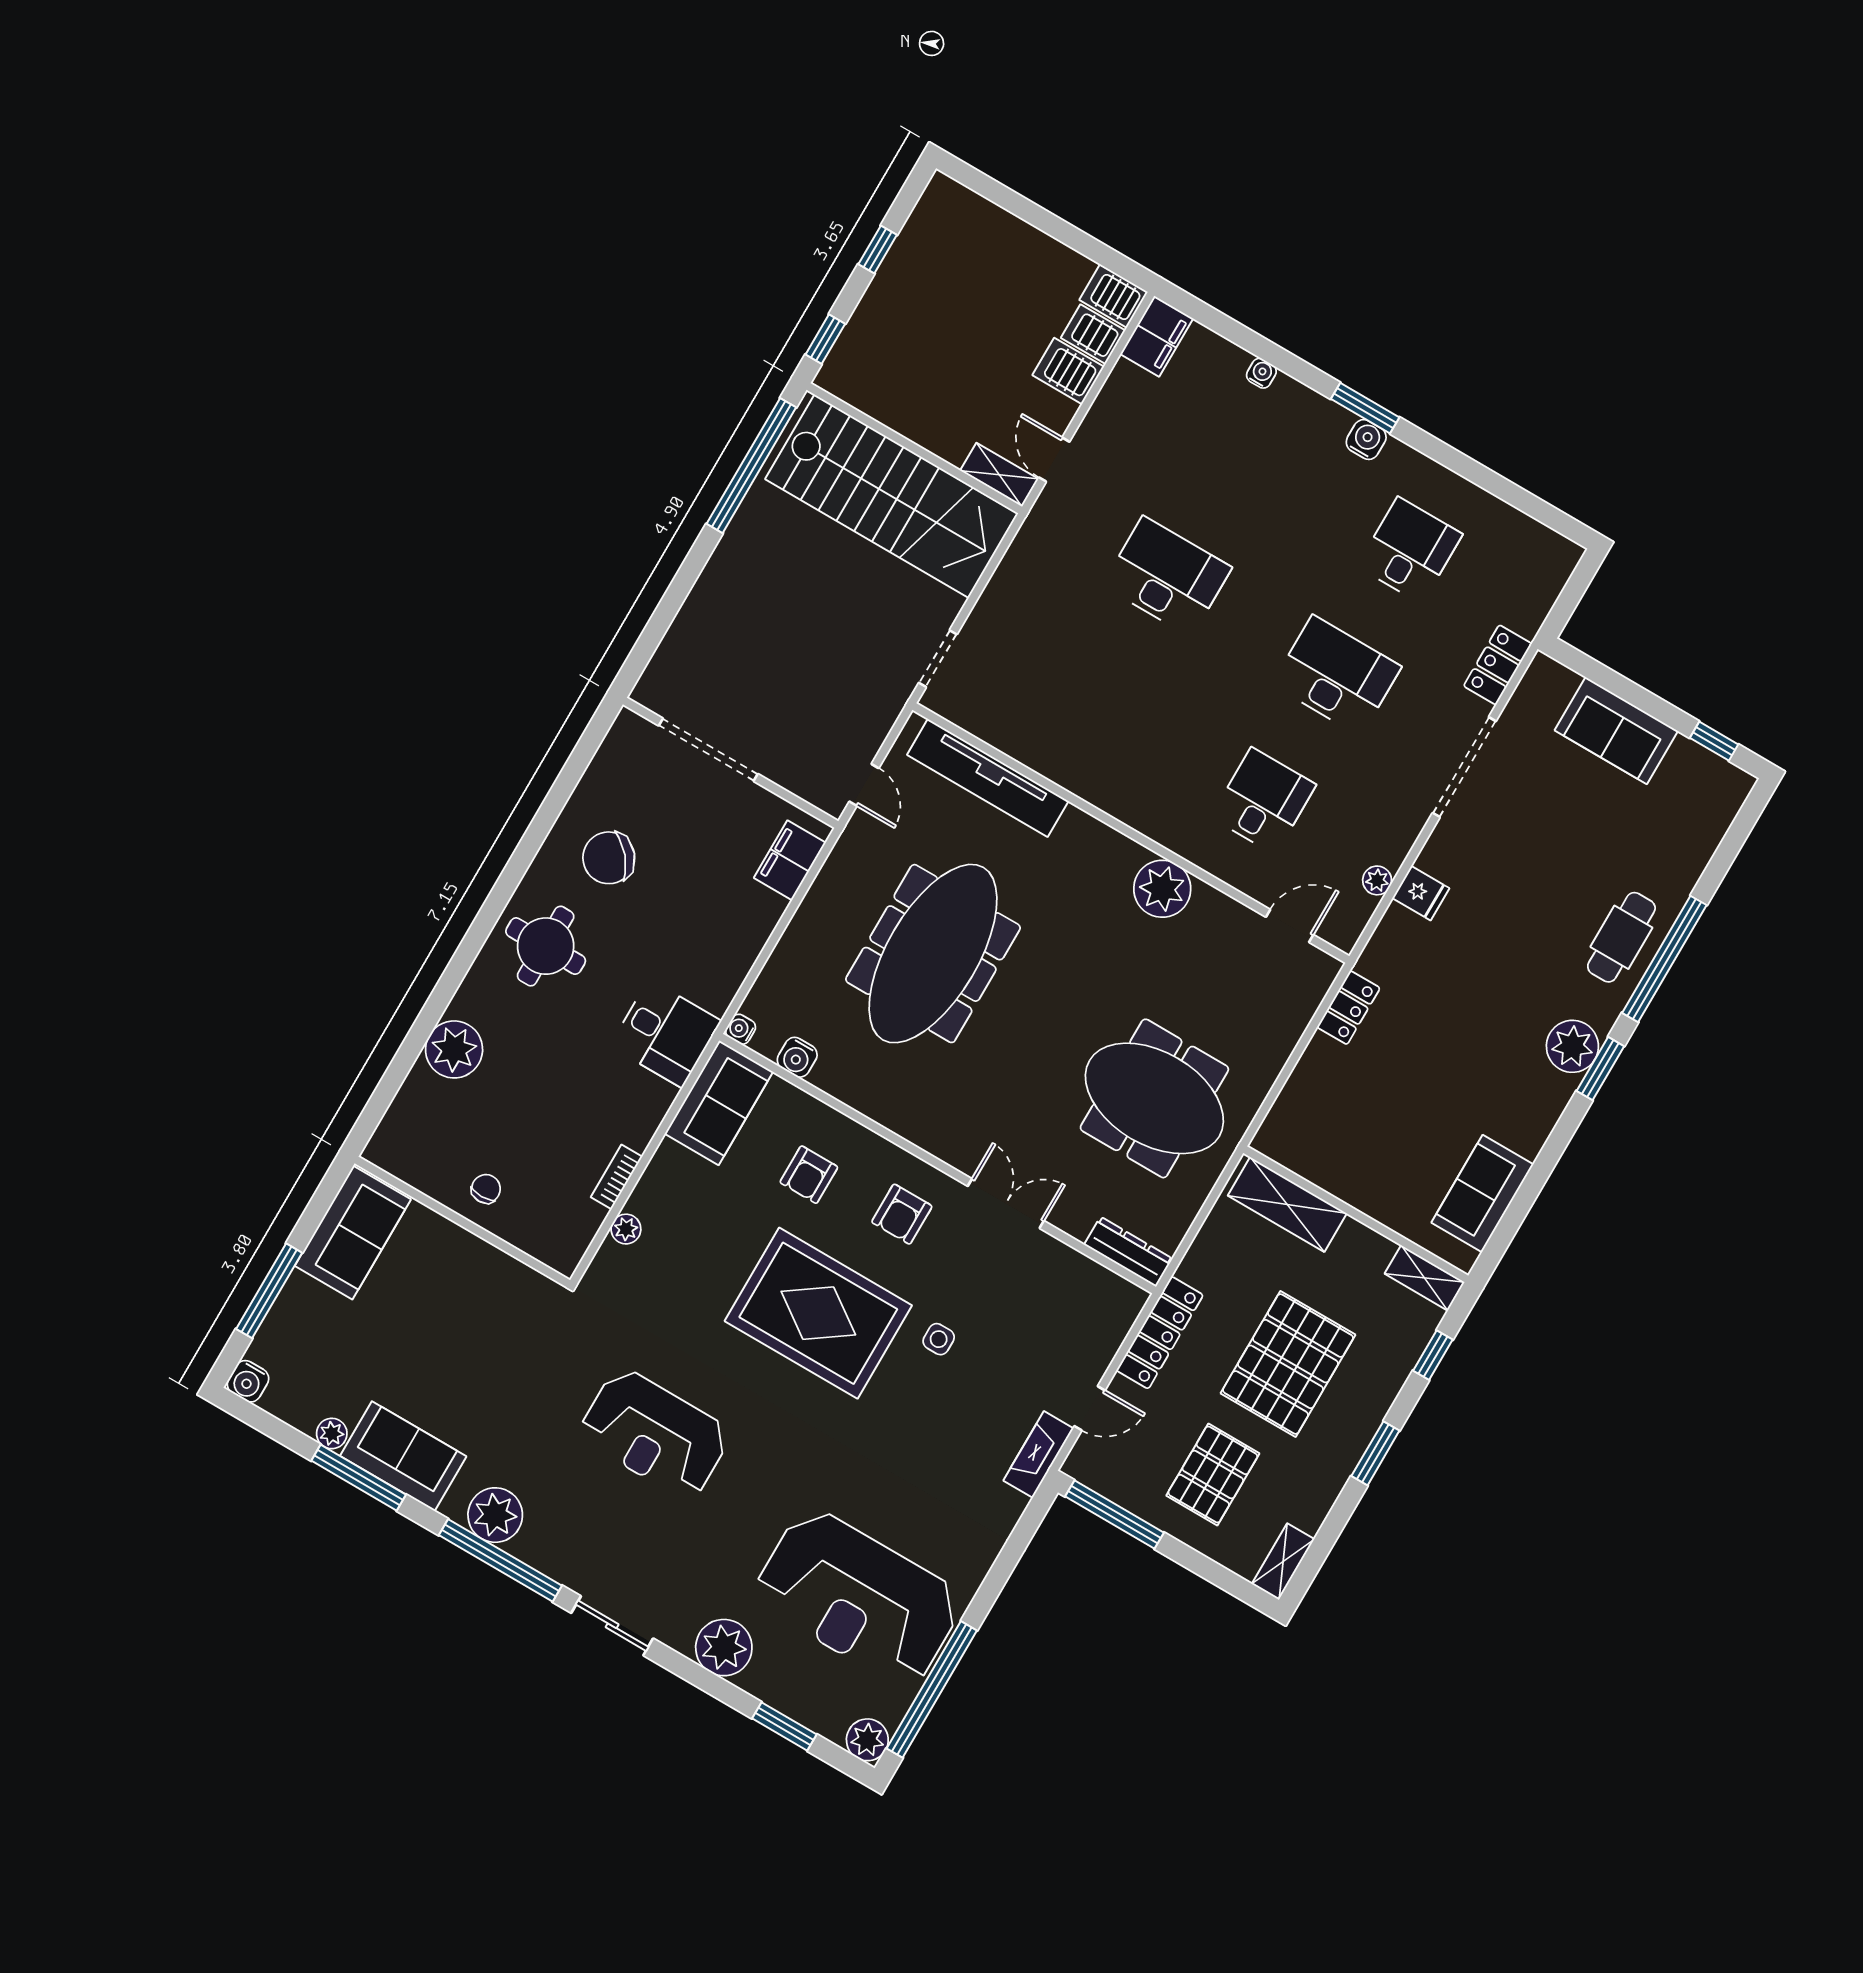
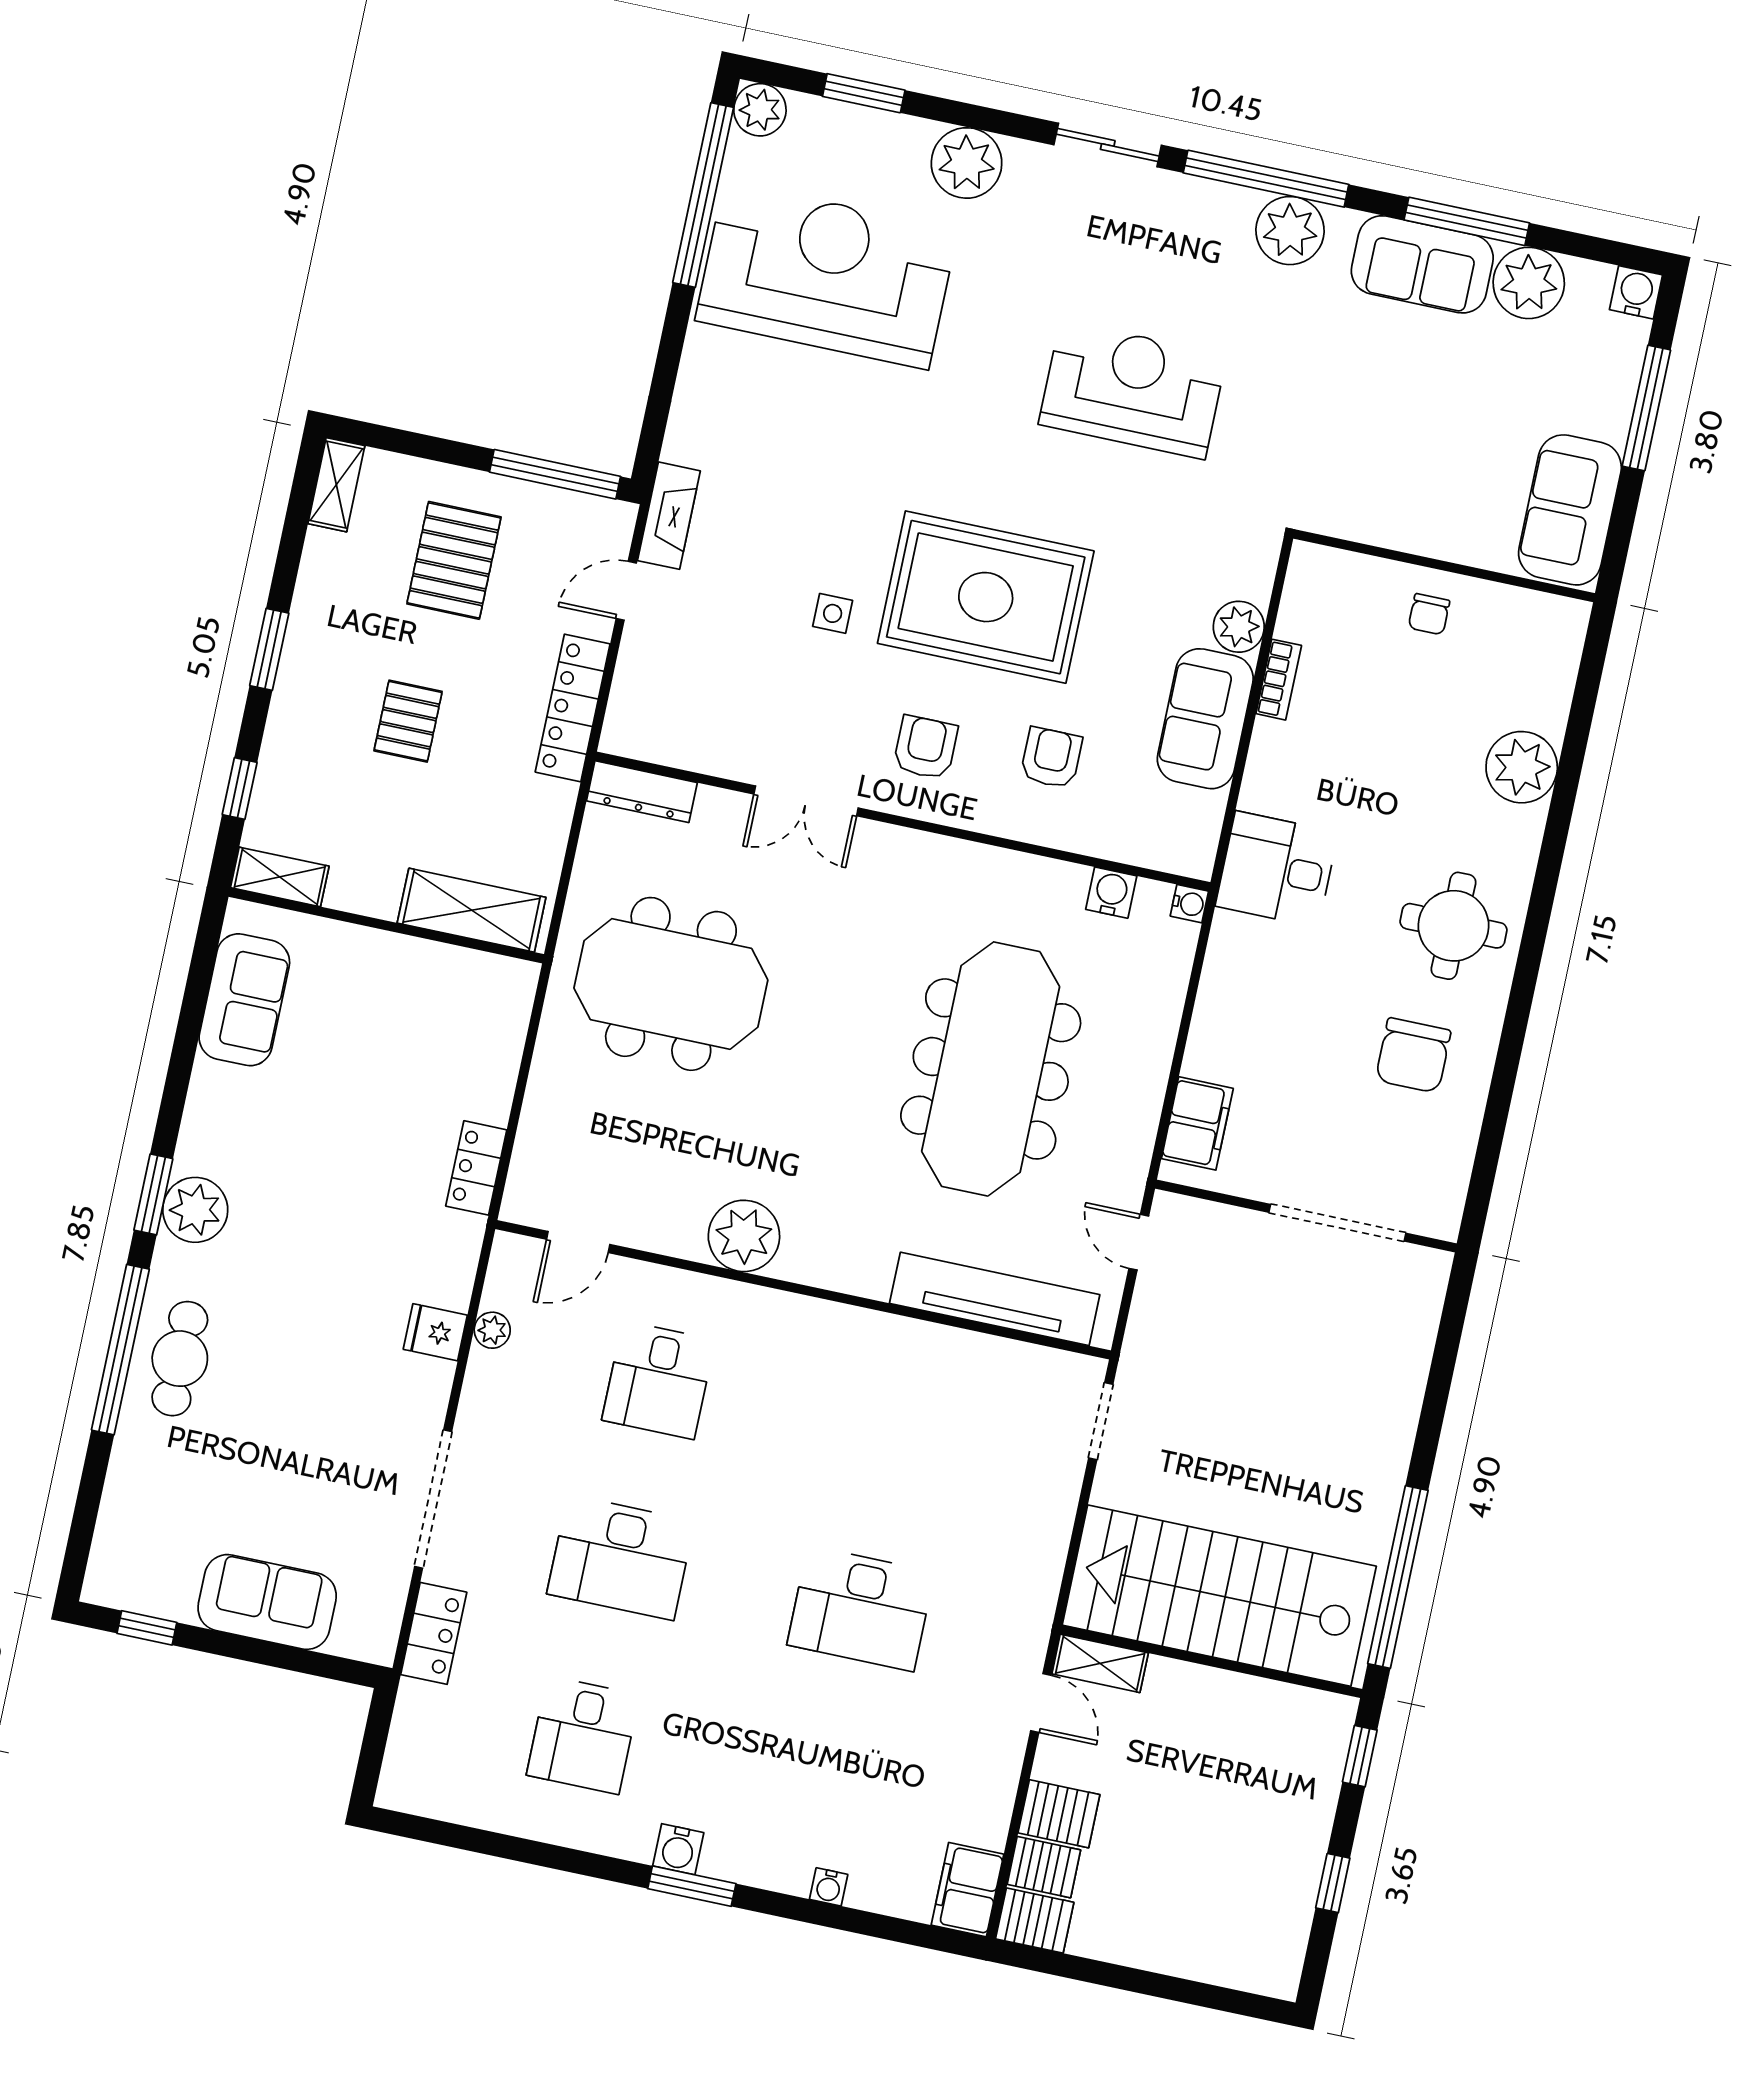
chair: (609, 858) -> (1413, 1055), turned 130
sofa: (719, 1103) -> (1205, 719), moved
plant: (626, 1229) -> (1239, 627), width x1.38, depth x1.38
pallet: (1288, 1364) -> (408, 721), width x0.49, depth x0.50
plant: (332, 1434) -> (1529, 283), width x1.87, depth x1.87

